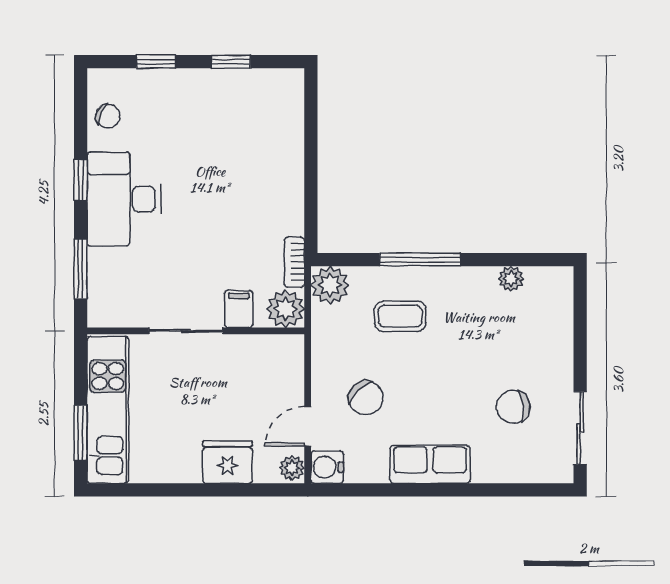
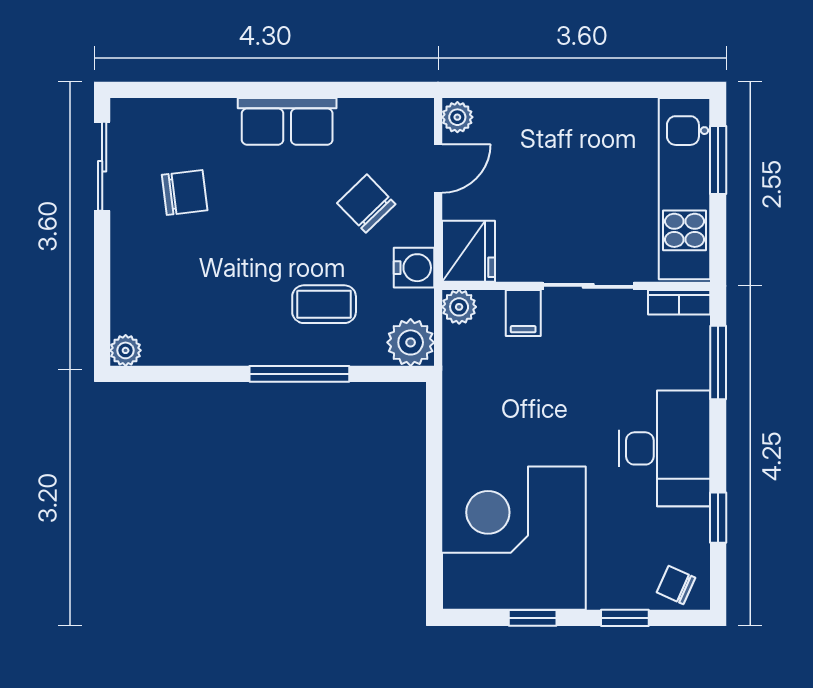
chair: (108, 116) -> (676, 585), moved
corner desk: (246, 126) -> (514, 538), added
window: (81, 180) -> (718, 518), moved
bookcase: (294, 262) -> (679, 302), moved, turned 90
plant: (511, 279) -> (126, 350), moved
plant: (285, 309) -> (459, 307), width x0.73, depth x0.73
fridge: (227, 462) -> (468, 251), moved, turned -90
water cooler: (327, 467) -> (414, 268), moved

